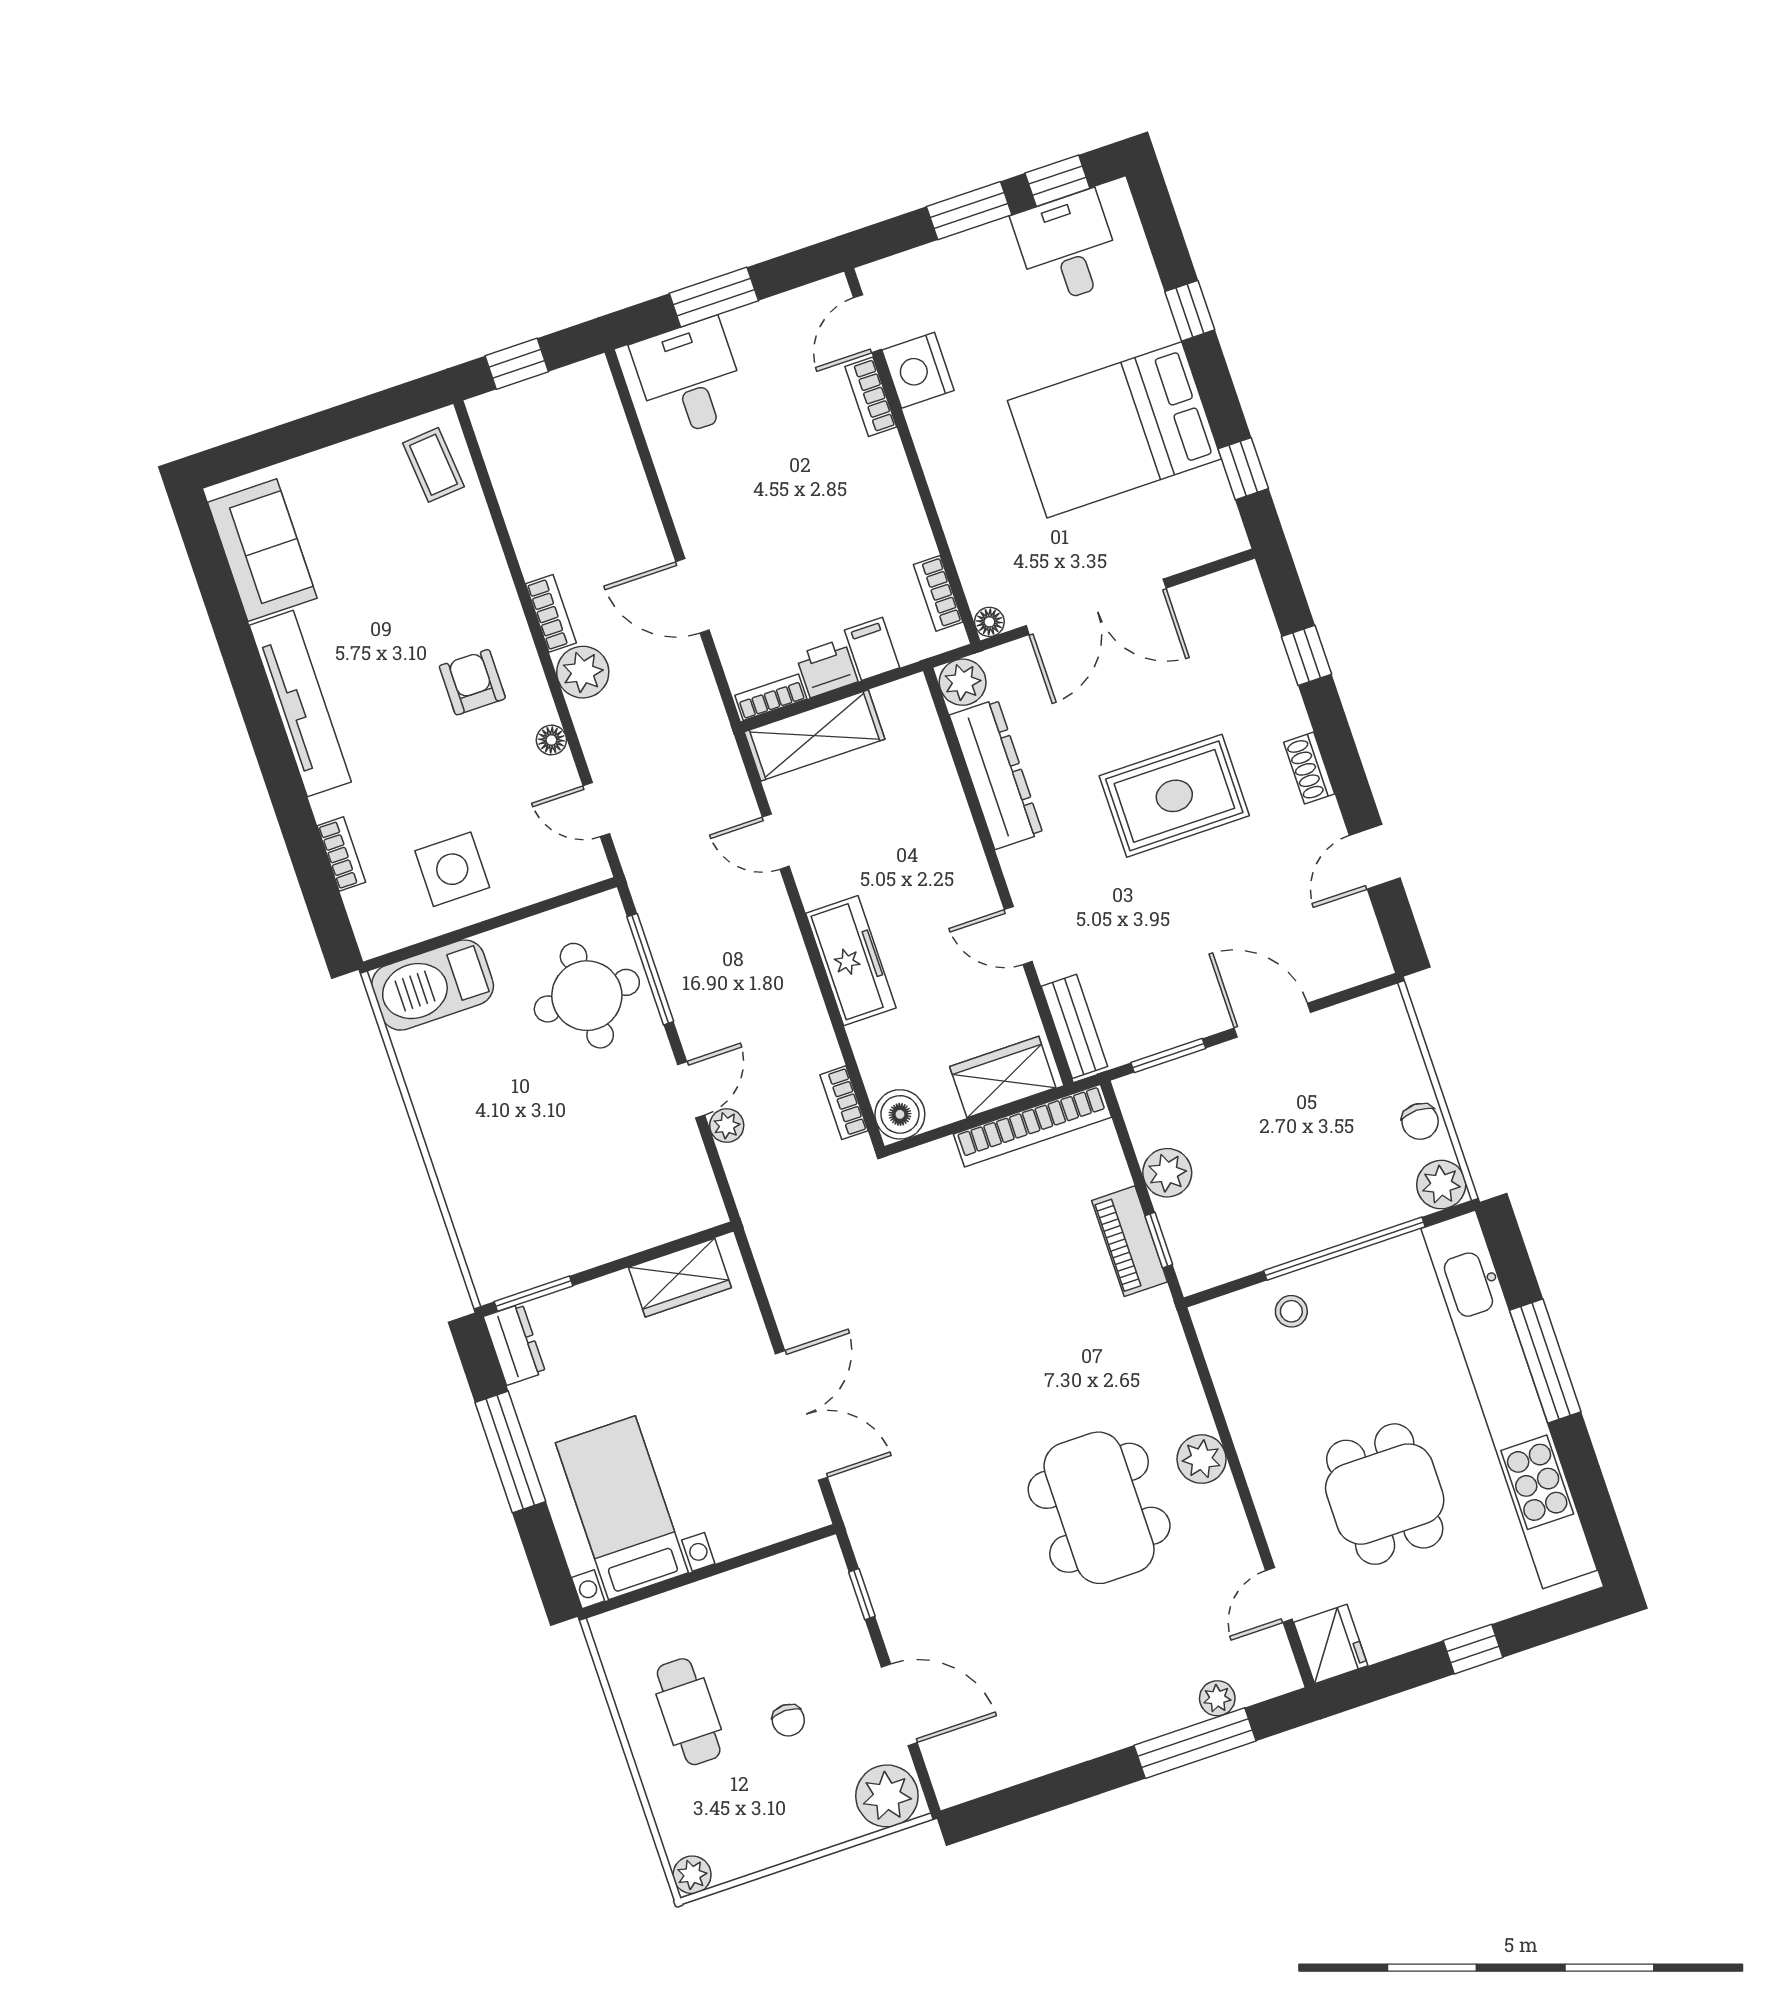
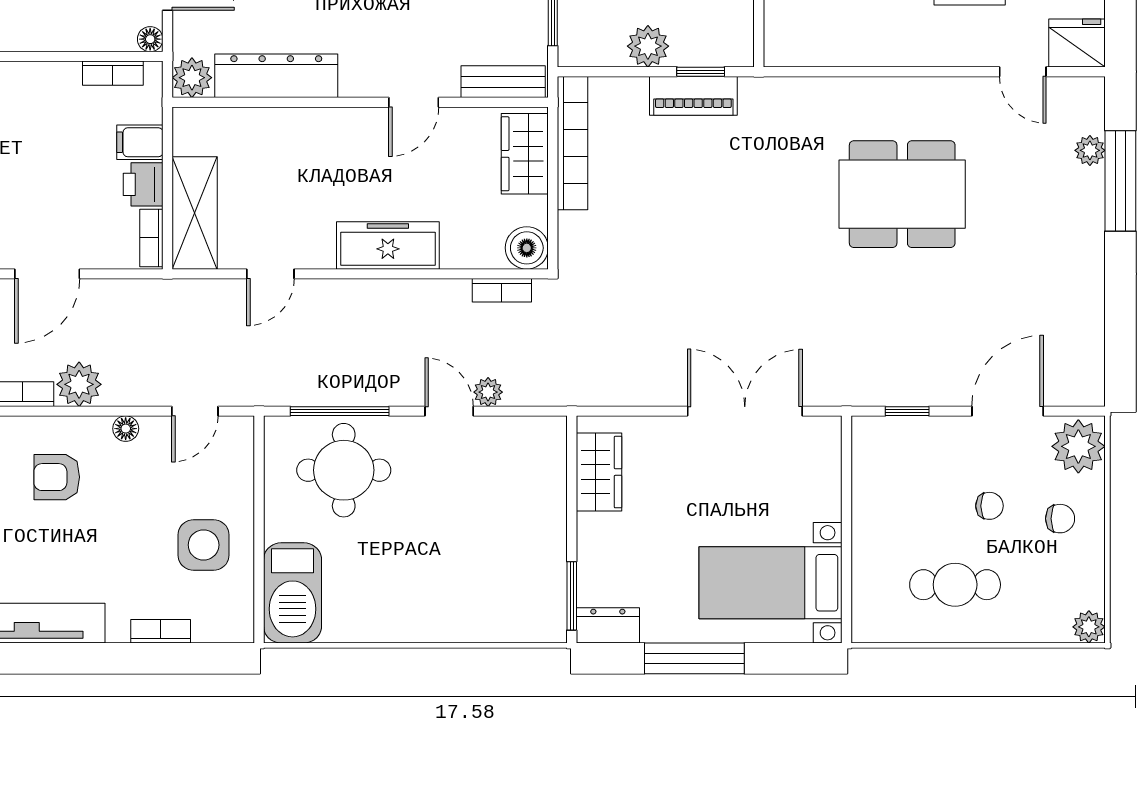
plant: (1202, 1459) -> (891, 97), removed
chair: (801, 1803) -> (1060, 519), added

